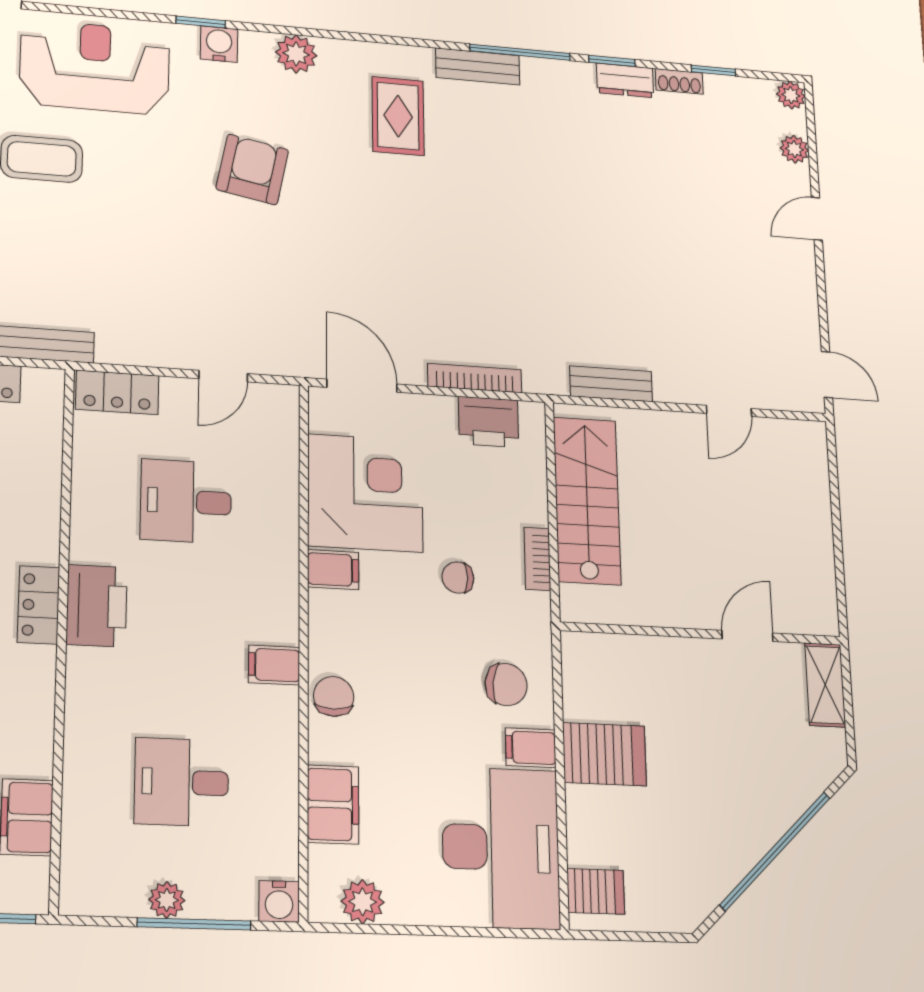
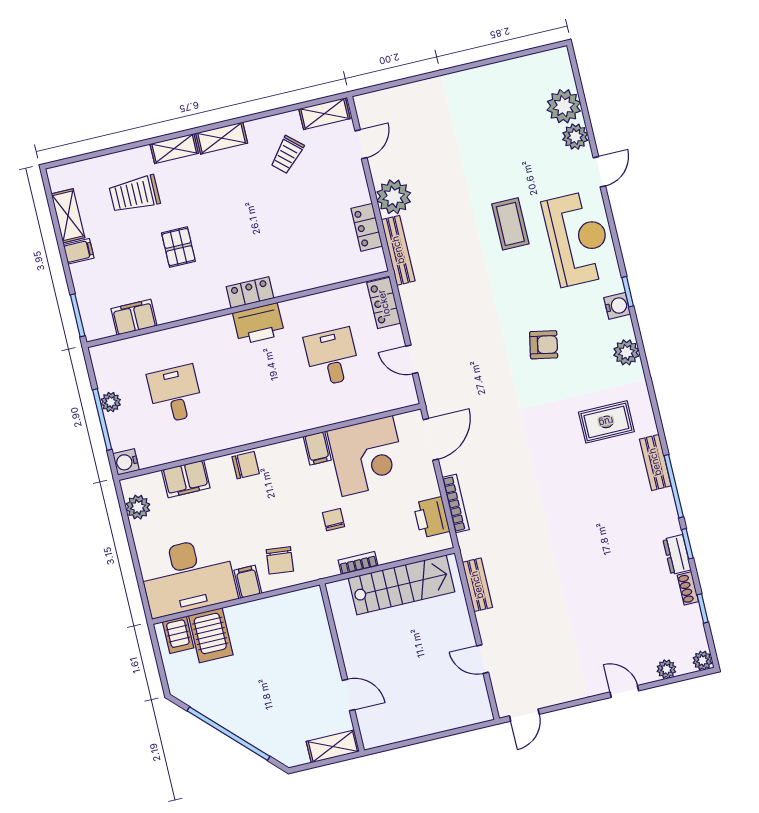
armchair: (252, 169) -> (544, 345), width x0.72, depth x0.72
filing cabinet: (274, 665) -> (254, 428), removed
server rack: (604, 754) -> (211, 635), moved

